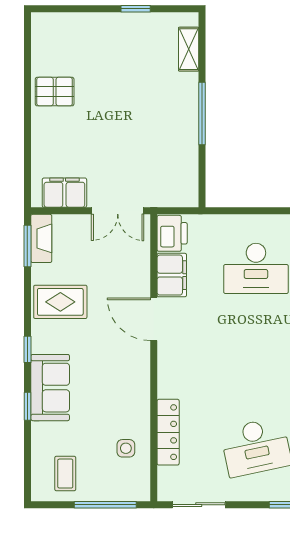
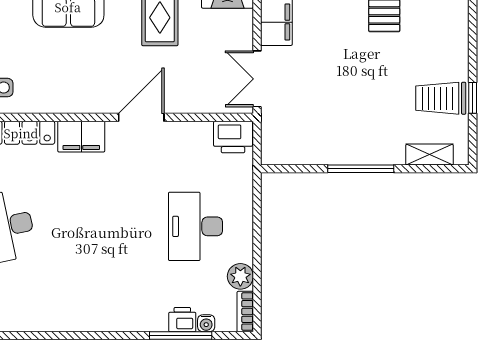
trolley: (136, 39) -> (441, 98), added
filing cabinet: (172, 275) -> (81, 137), moved

